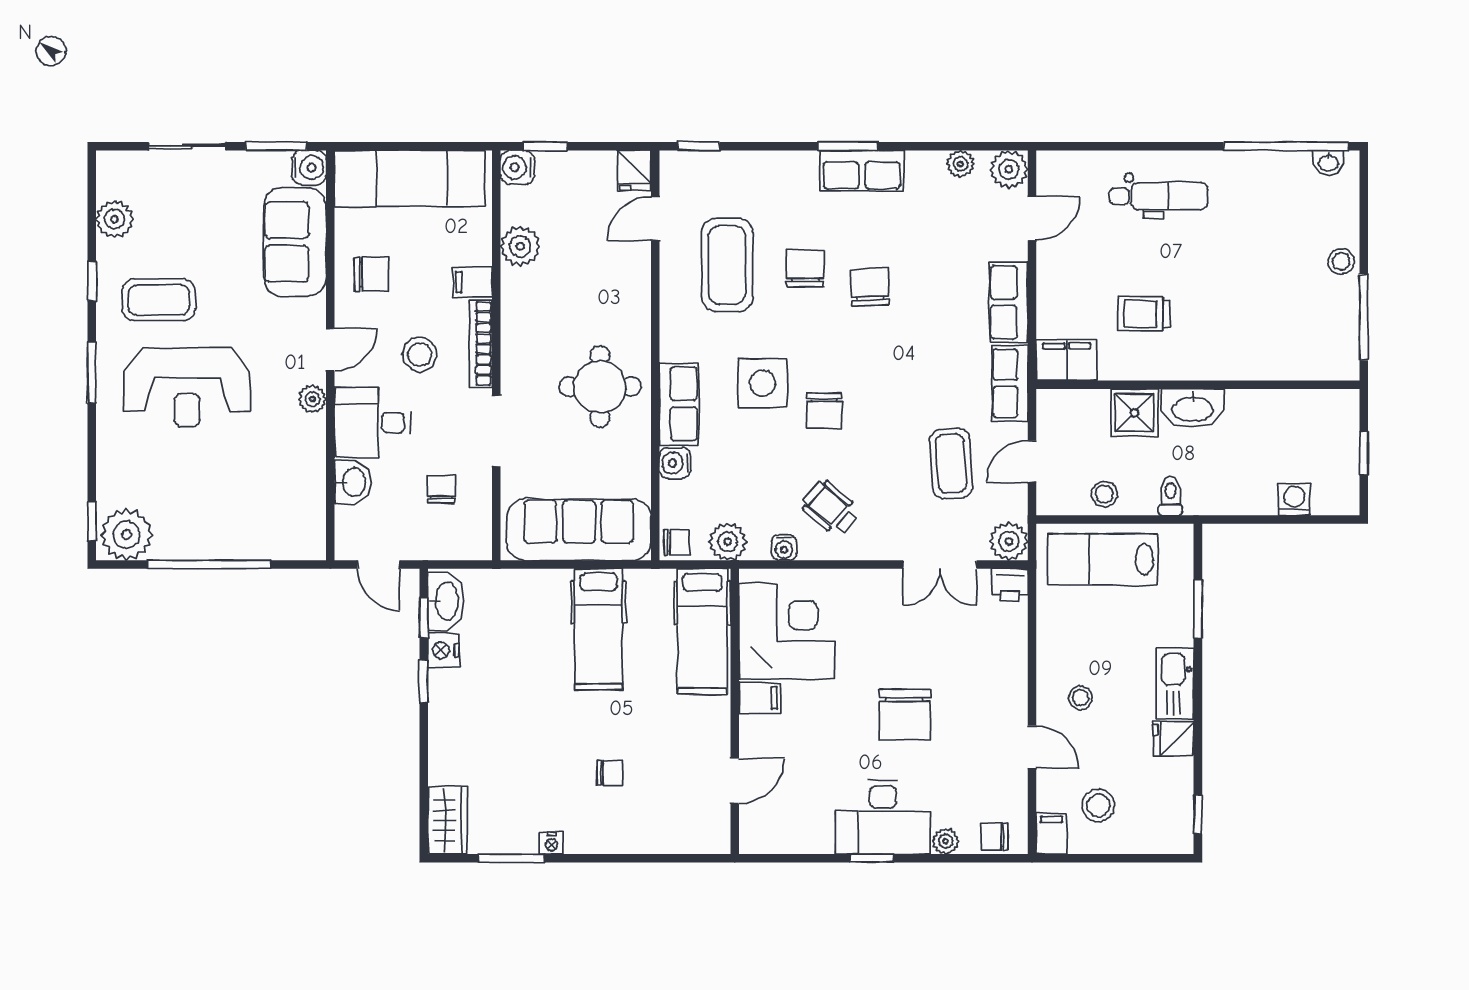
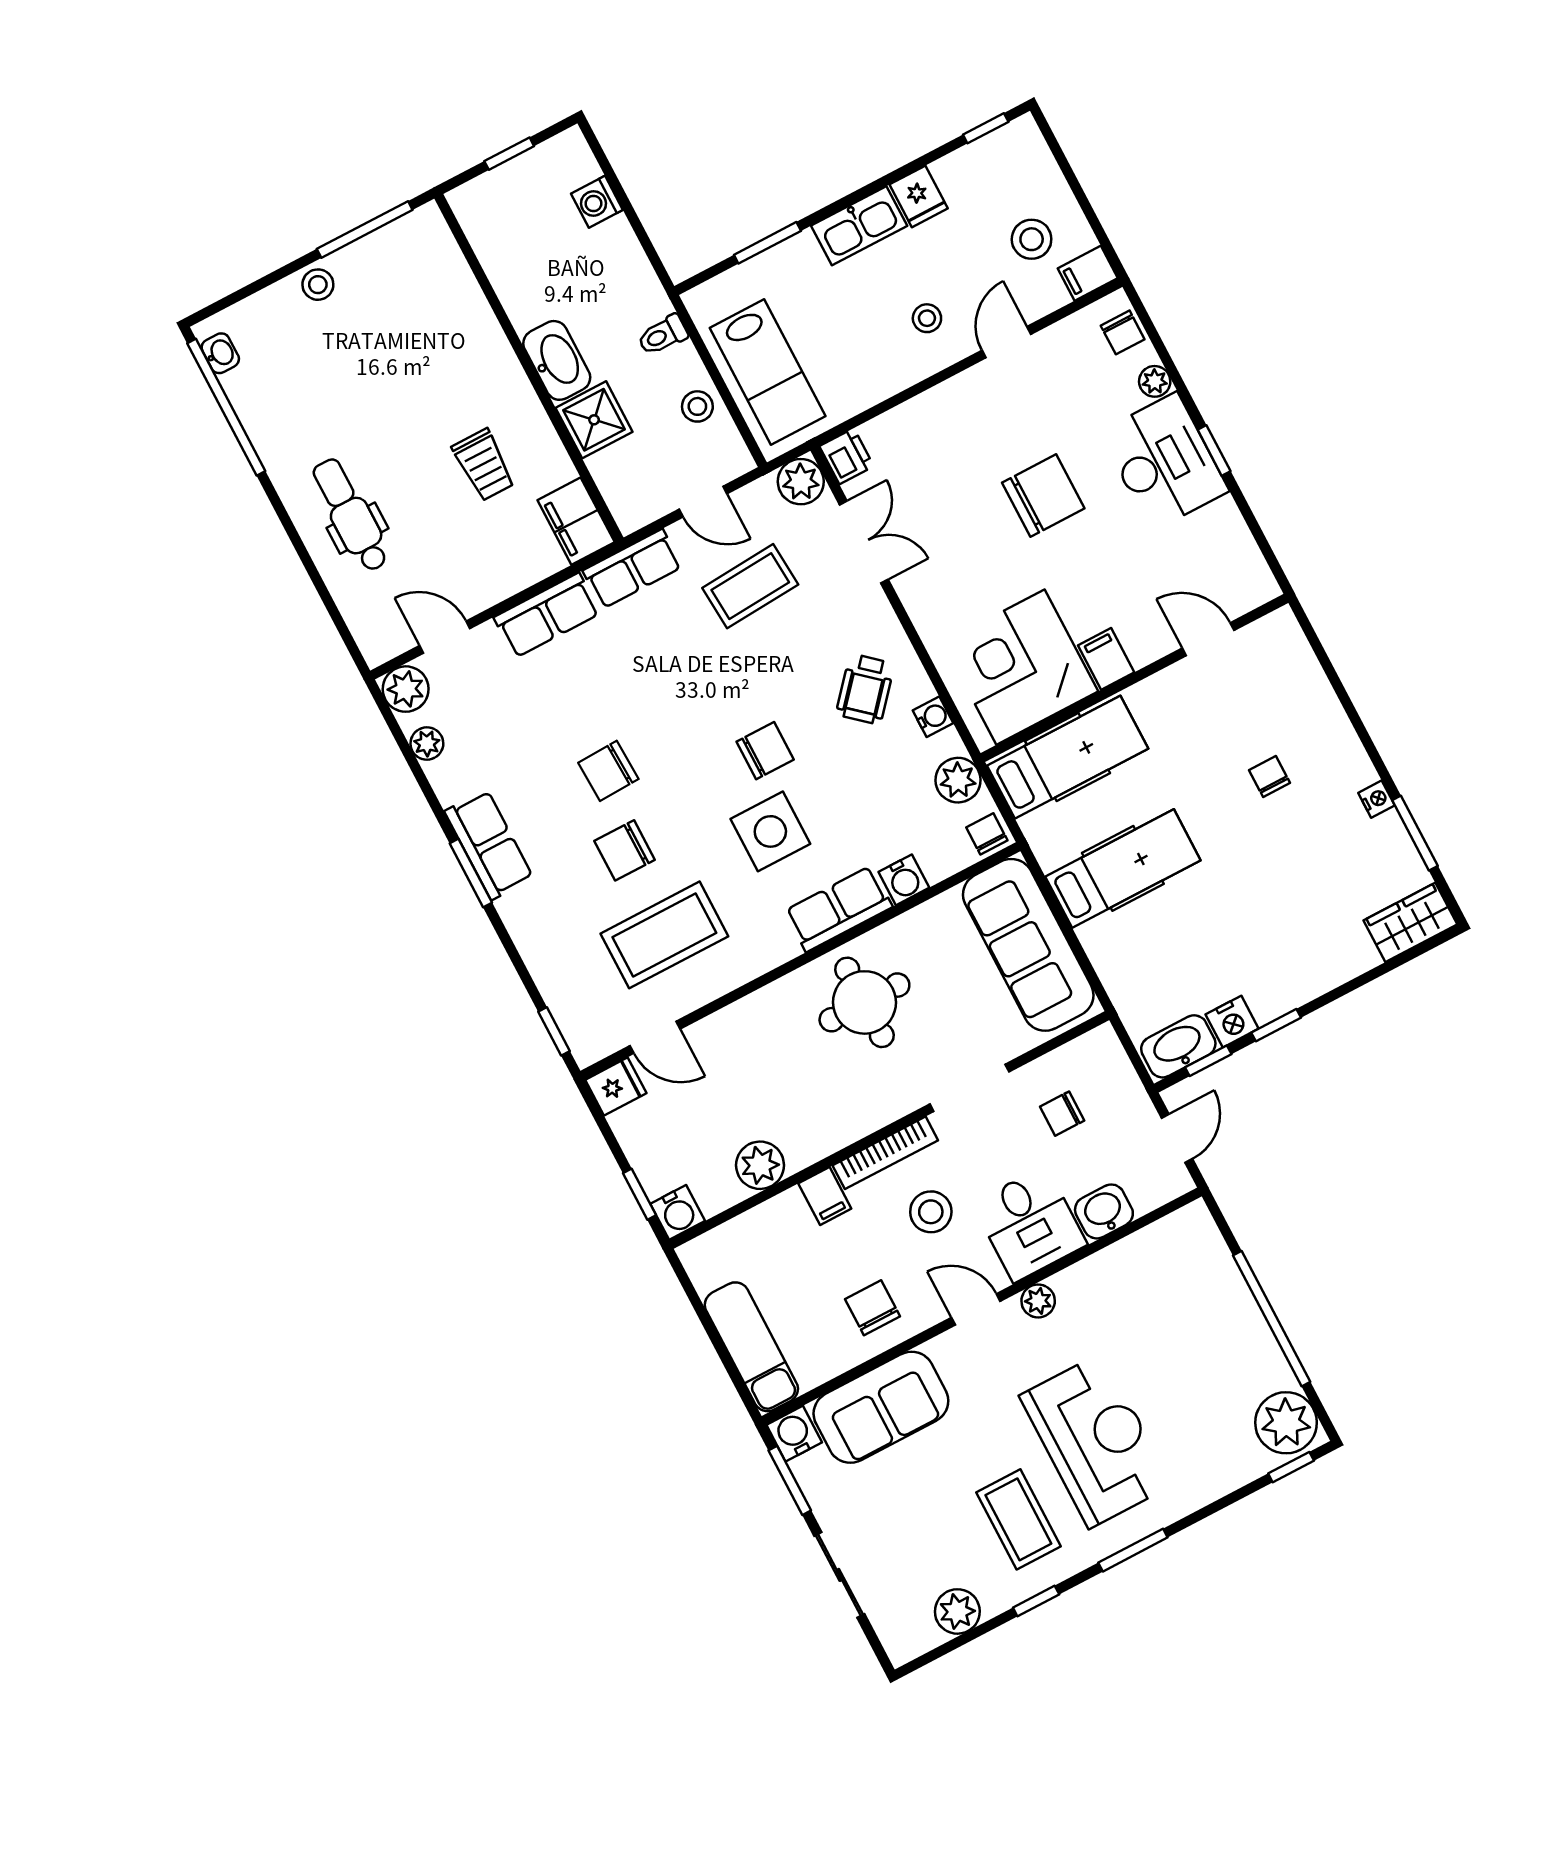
exam couch: (410, 178) -> (751, 1347), width x0.73, depth x0.69

